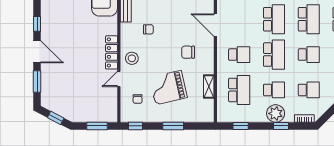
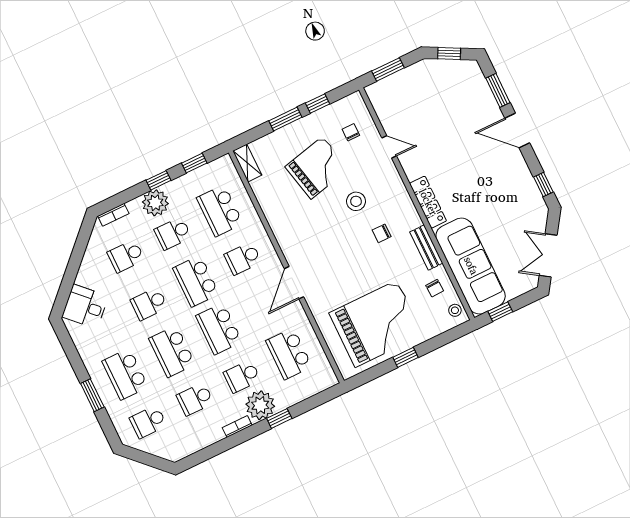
window: (37, 24) -> (543, 185), moved
door: (215, 25) -> (294, 283), swing flipped
locker: (112, 52) -> (428, 202), moved
chair: (188, 52) -> (313, 228), removed
stool: (132, 58) -> (356, 201), moved
door: (119, 79) -> (389, 147), hinge flipped
shelving: (209, 86) -> (247, 163), moved
window: (136, 126) -> (318, 103), moved
window: (281, 126) -> (159, 180), moved

